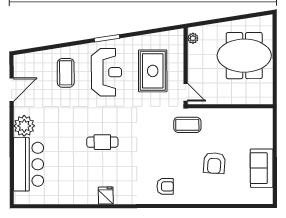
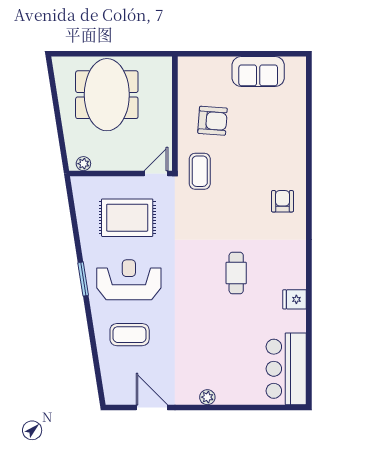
plant: (24, 126) -> (207, 397), width x0.53, depth x0.53
cafe table: (102, 142) -> (236, 273), moved
armchair: (214, 163) -> (213, 121), moved
bar counter: (29, 164) -> (286, 369), moved, turned -90
fridge: (106, 196) -> (295, 299), moved

